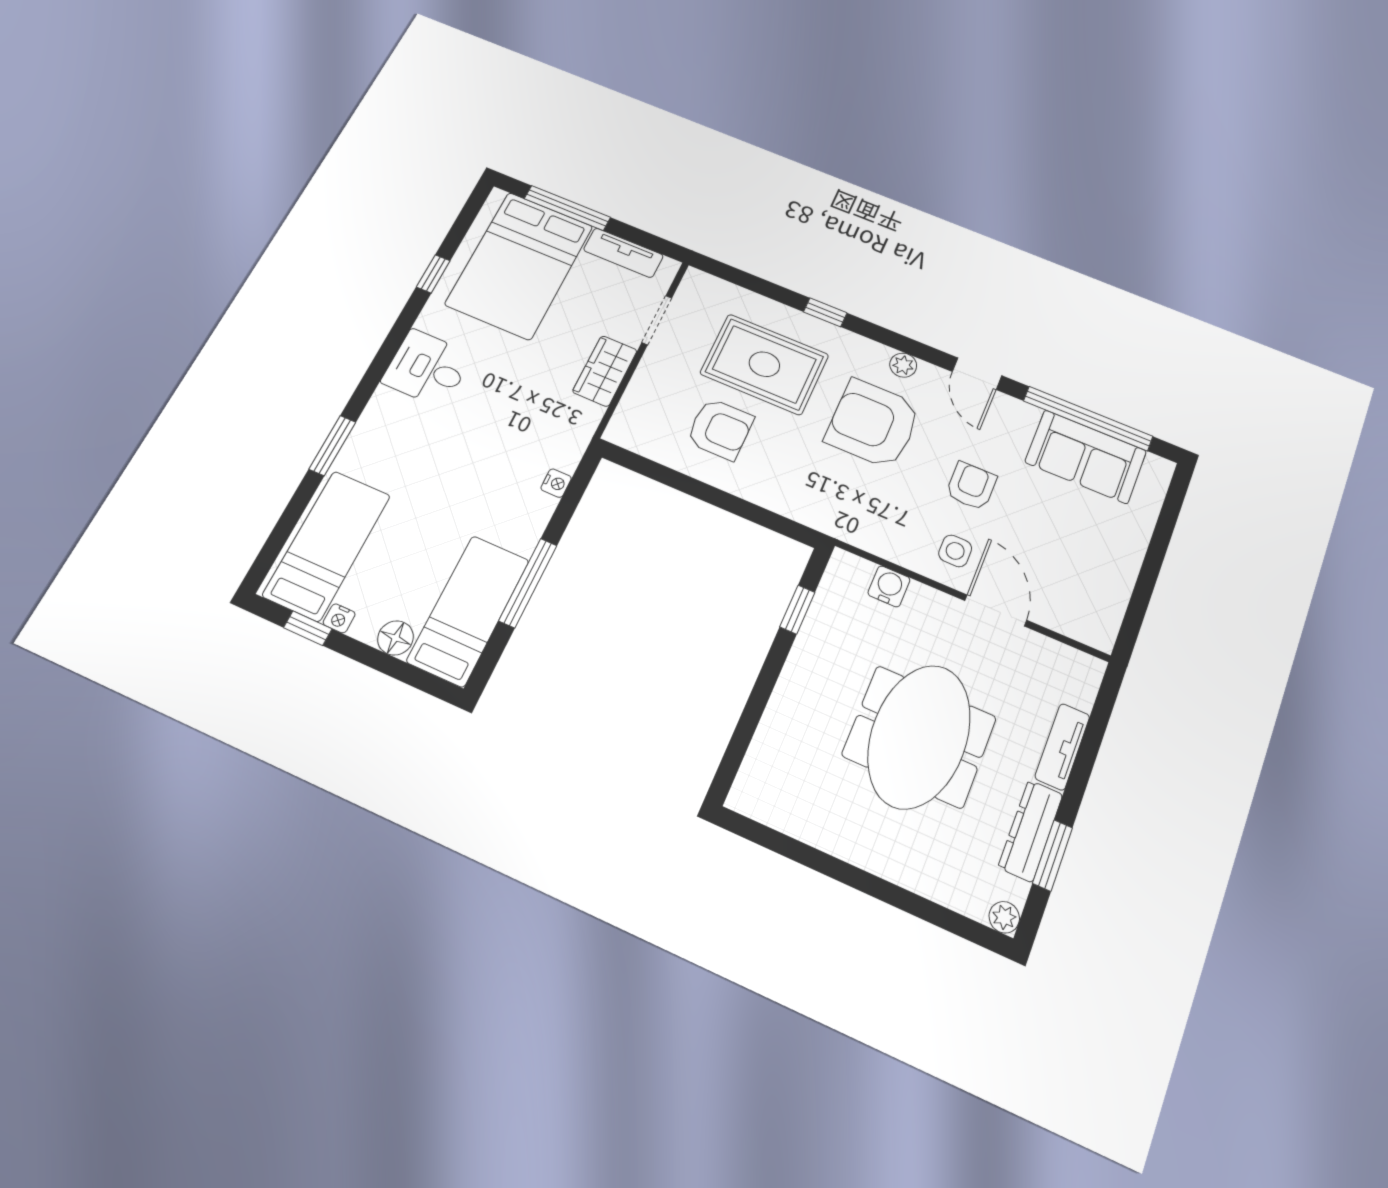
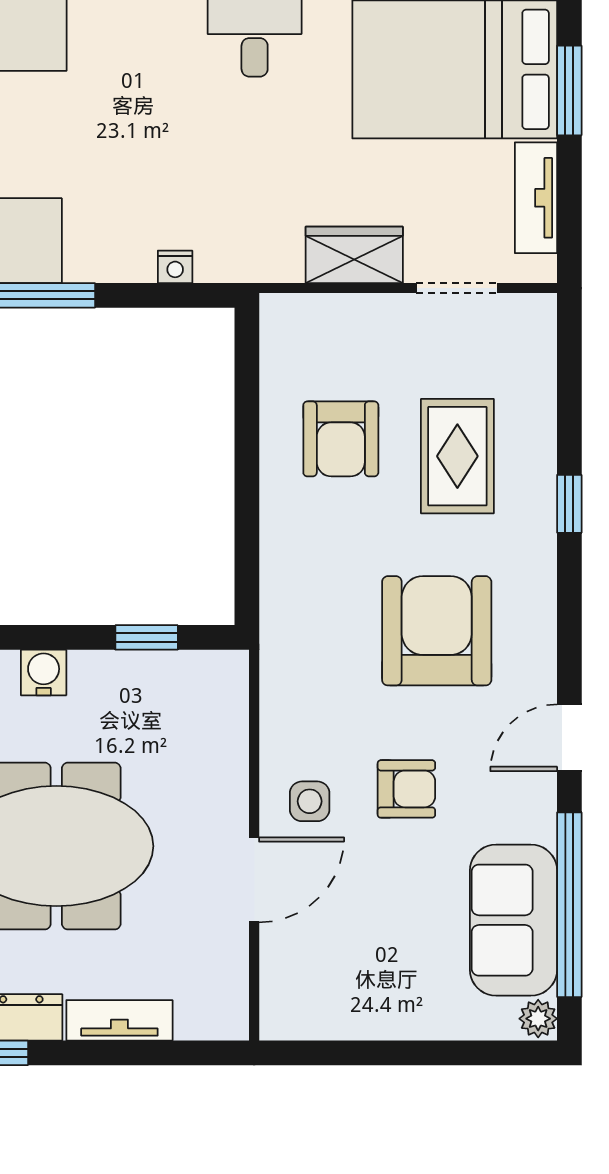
window: (567, 208) -> (569, 90), width x0.69
rug: (764, 364) -> (457, 456), width x0.73, depth x0.70
plant: (903, 365) -> (538, 1019), moved
water cooler: (889, 586) -> (44, 672), moved, turned -90

